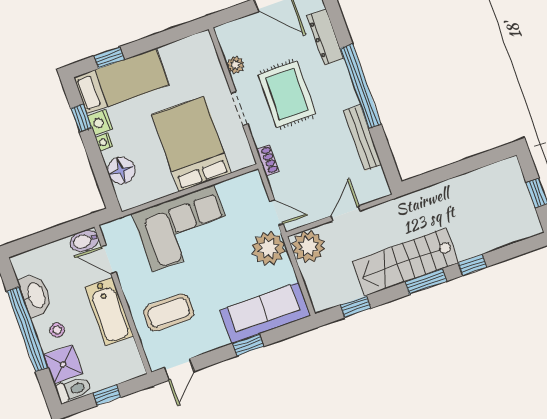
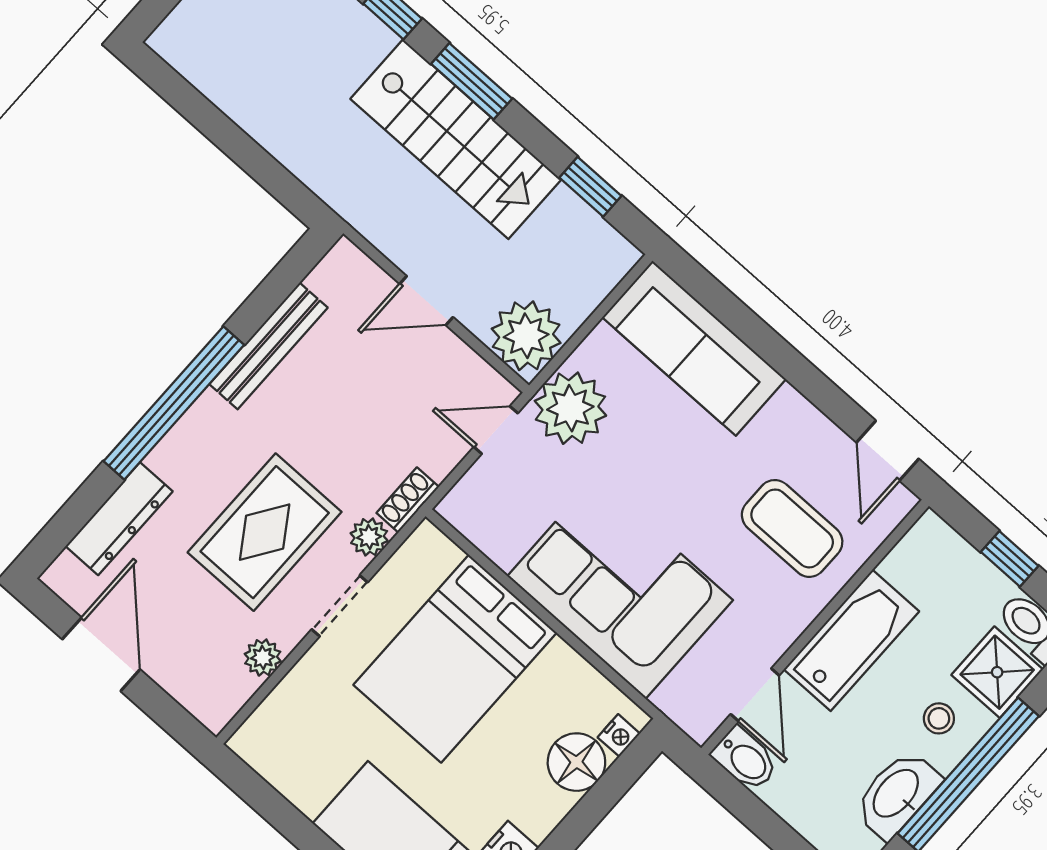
plant: (261, 136) -> (369, 537), added
nightstand: (104, 142) -> (619, 735), moved
door: (276, 213) -> (496, 430), hinge flipped
window: (248, 345) -> (771, 347), removed
door: (179, 369) -> (888, 451), swing flipped

